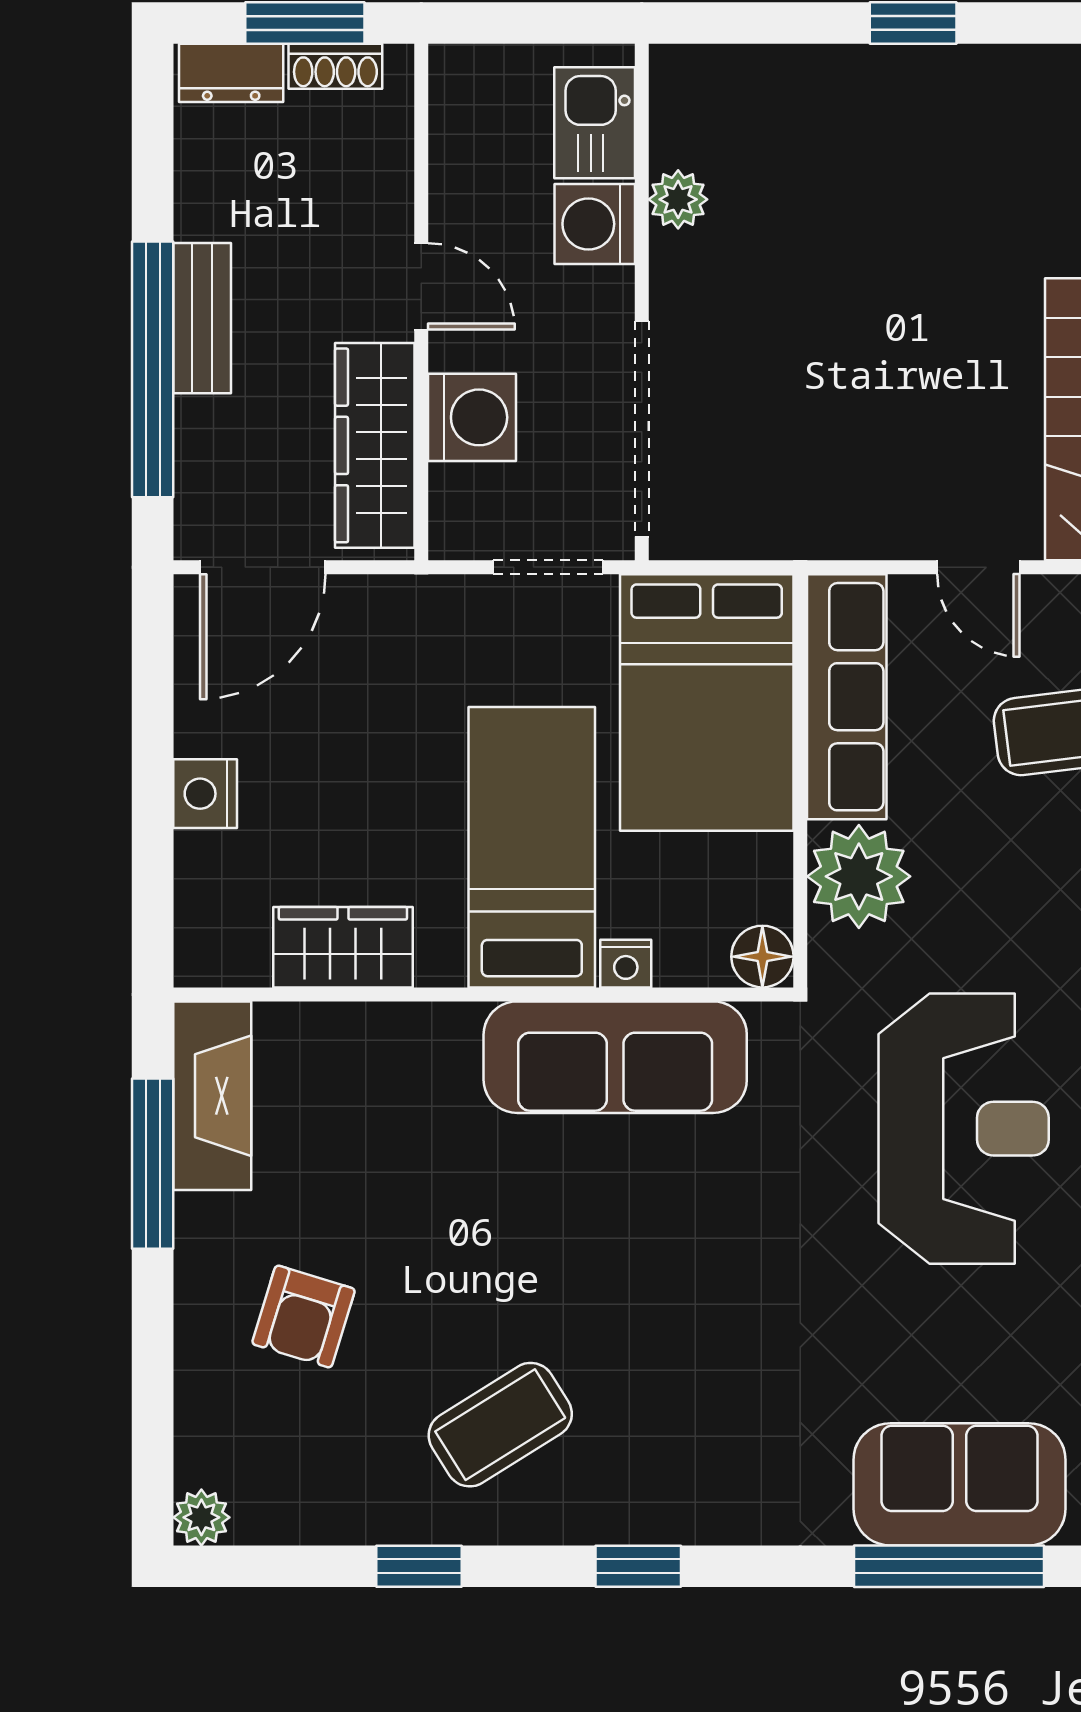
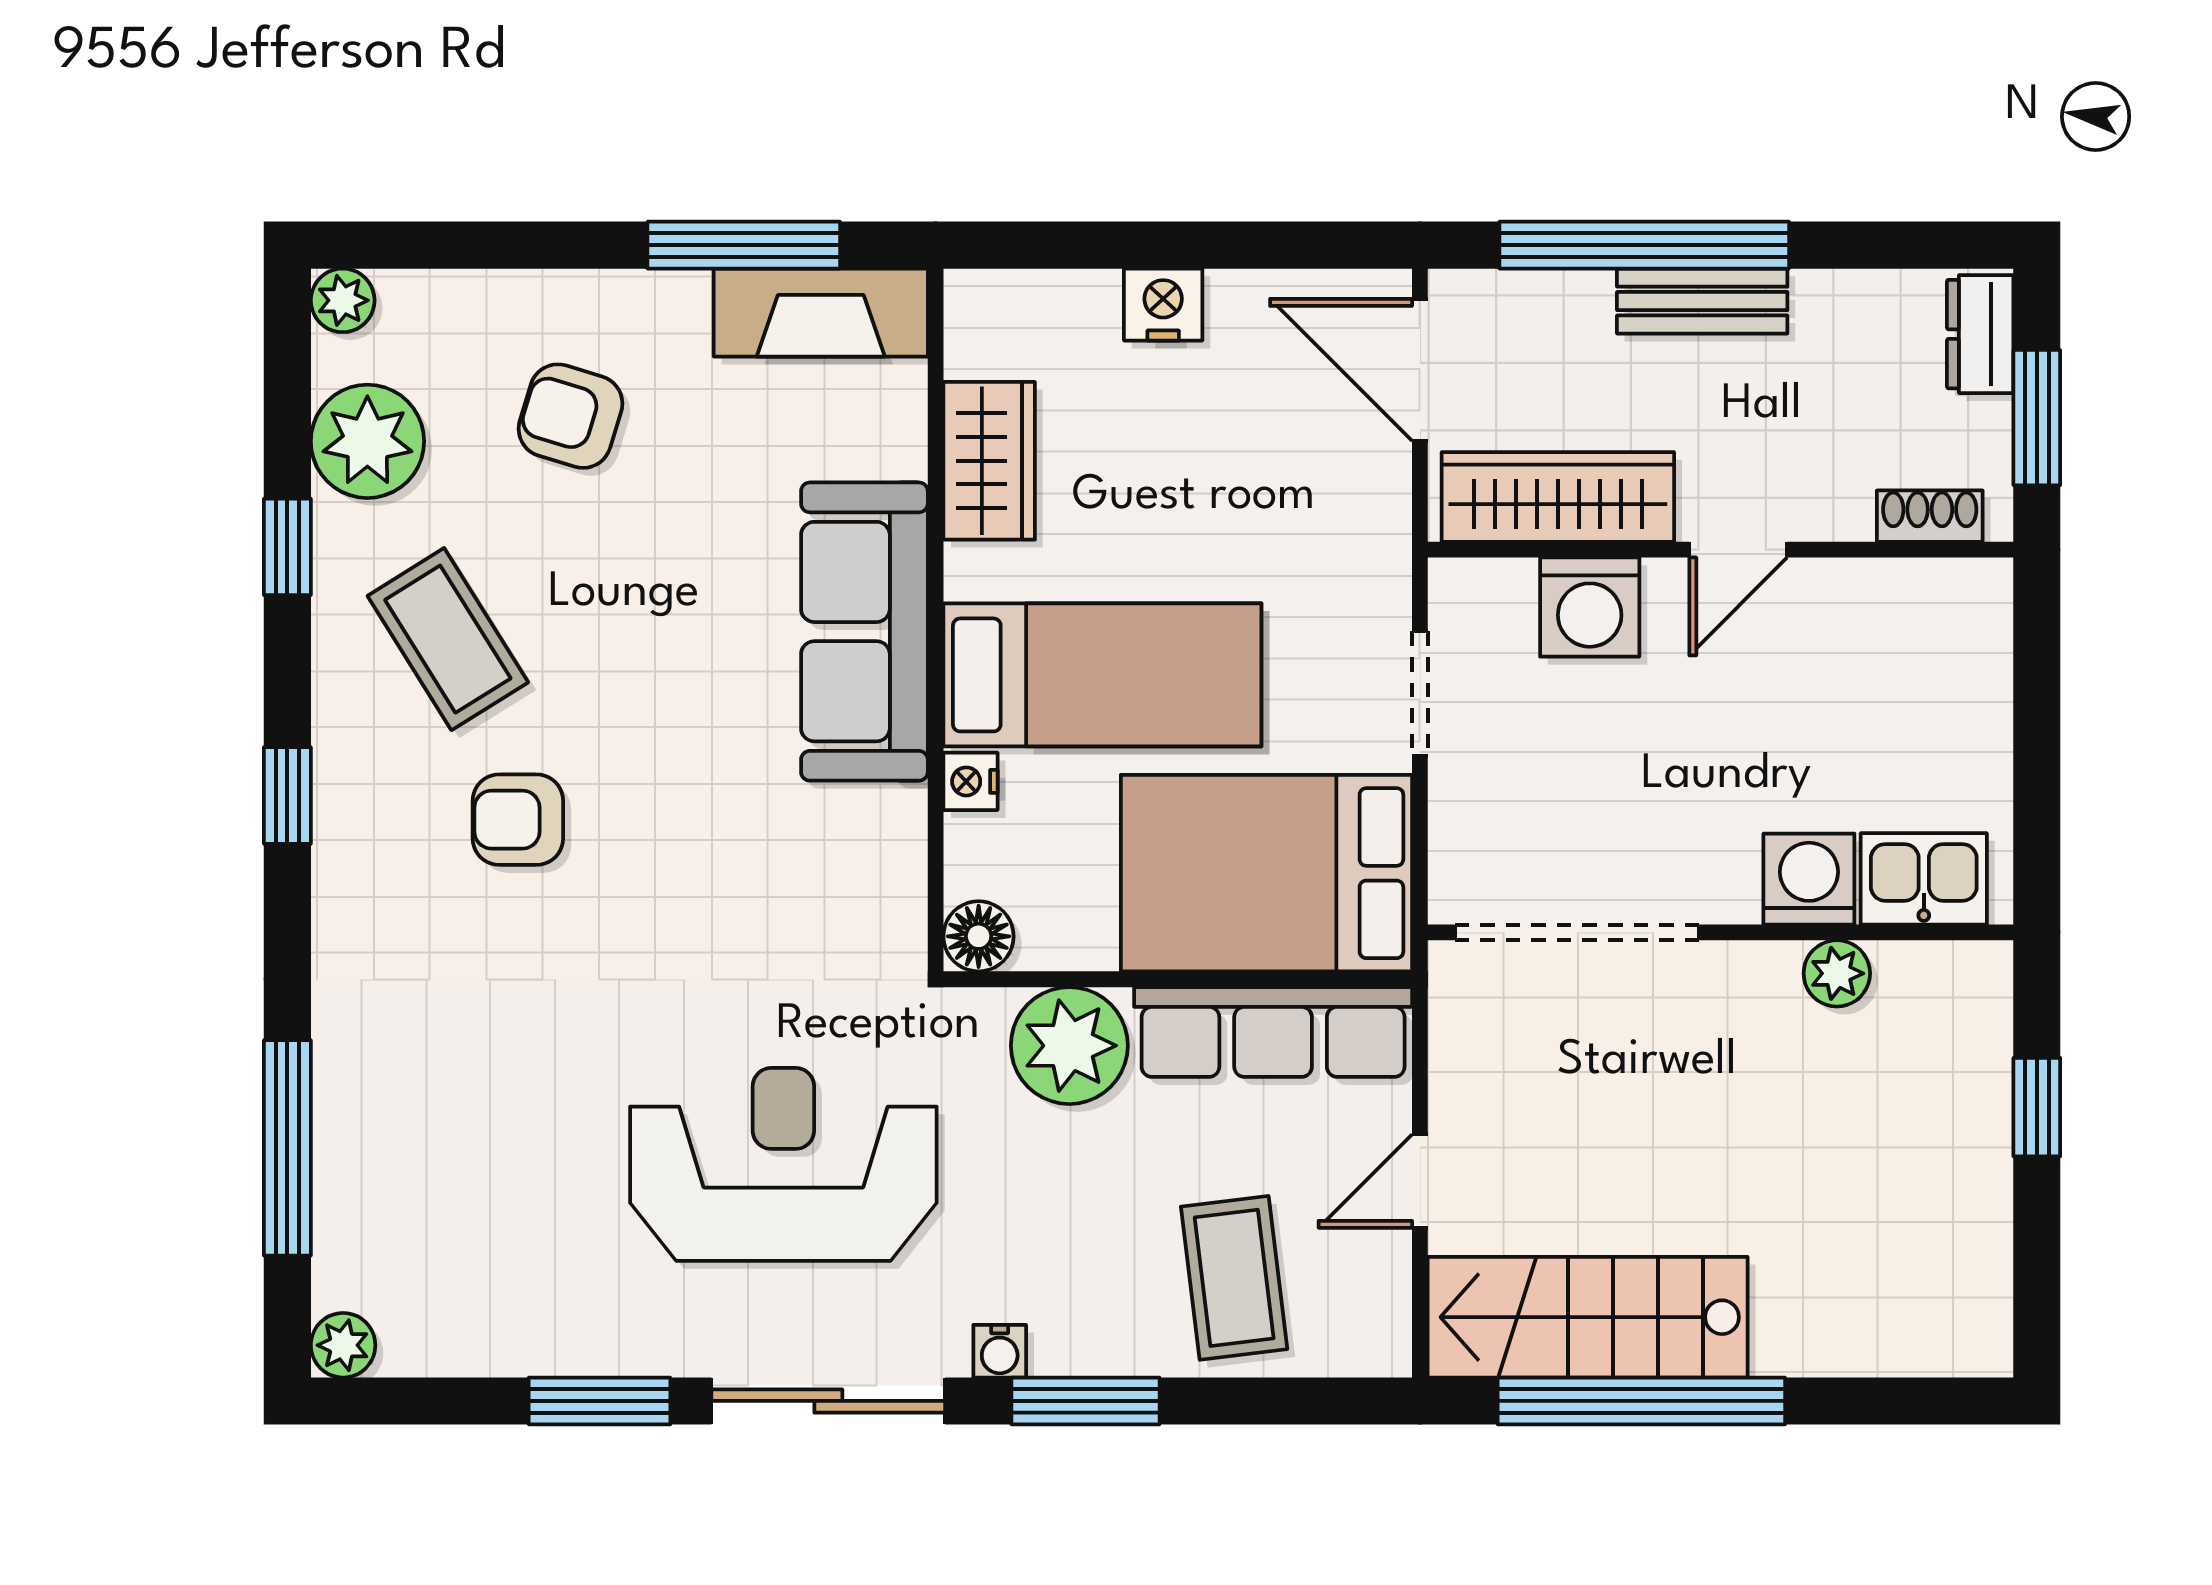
shoe rack: (335, 66) -> (1930, 516), moved, turned 90
kitchen sink: (595, 123) -> (1924, 879), moved
plant: (678, 199) -> (1837, 973), moved
washing machine: (595, 224) -> (1809, 879), moved
wall: (642, 302) -> (1721, 932), moved
doorway: (642, 429) -> (1577, 932), moved
sofa: (615, 1057) -> (864, 632), moved
reception desk: (964, 1129) -> (783, 1164), turned 180
armchair: (659, 1363) -> (518, 820), added
sofa: (960, 1484) -> (380, 1160), removed
plant: (326, 1496) -> (367, 441), added

